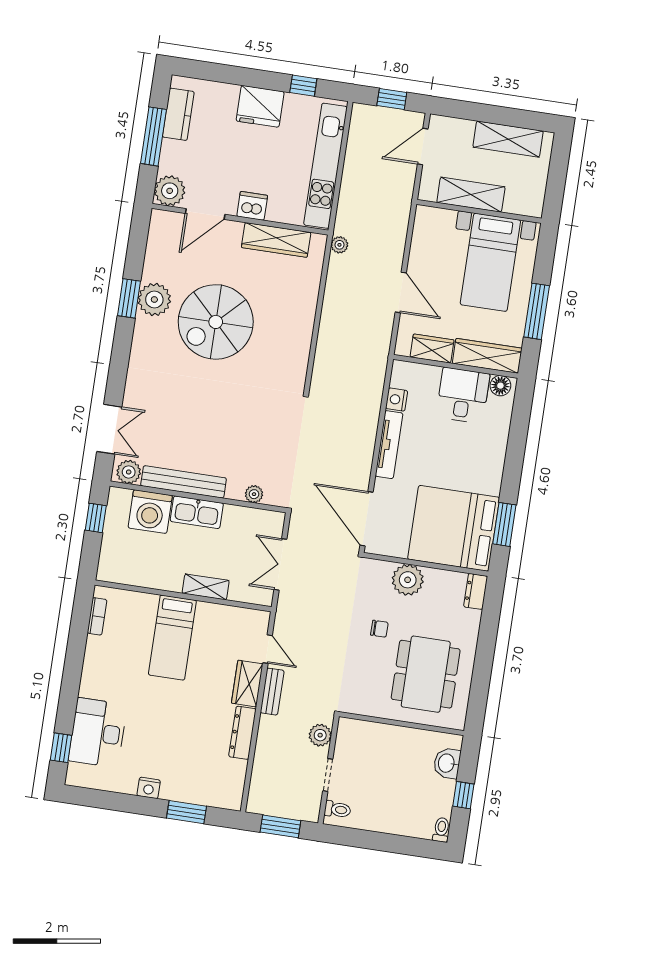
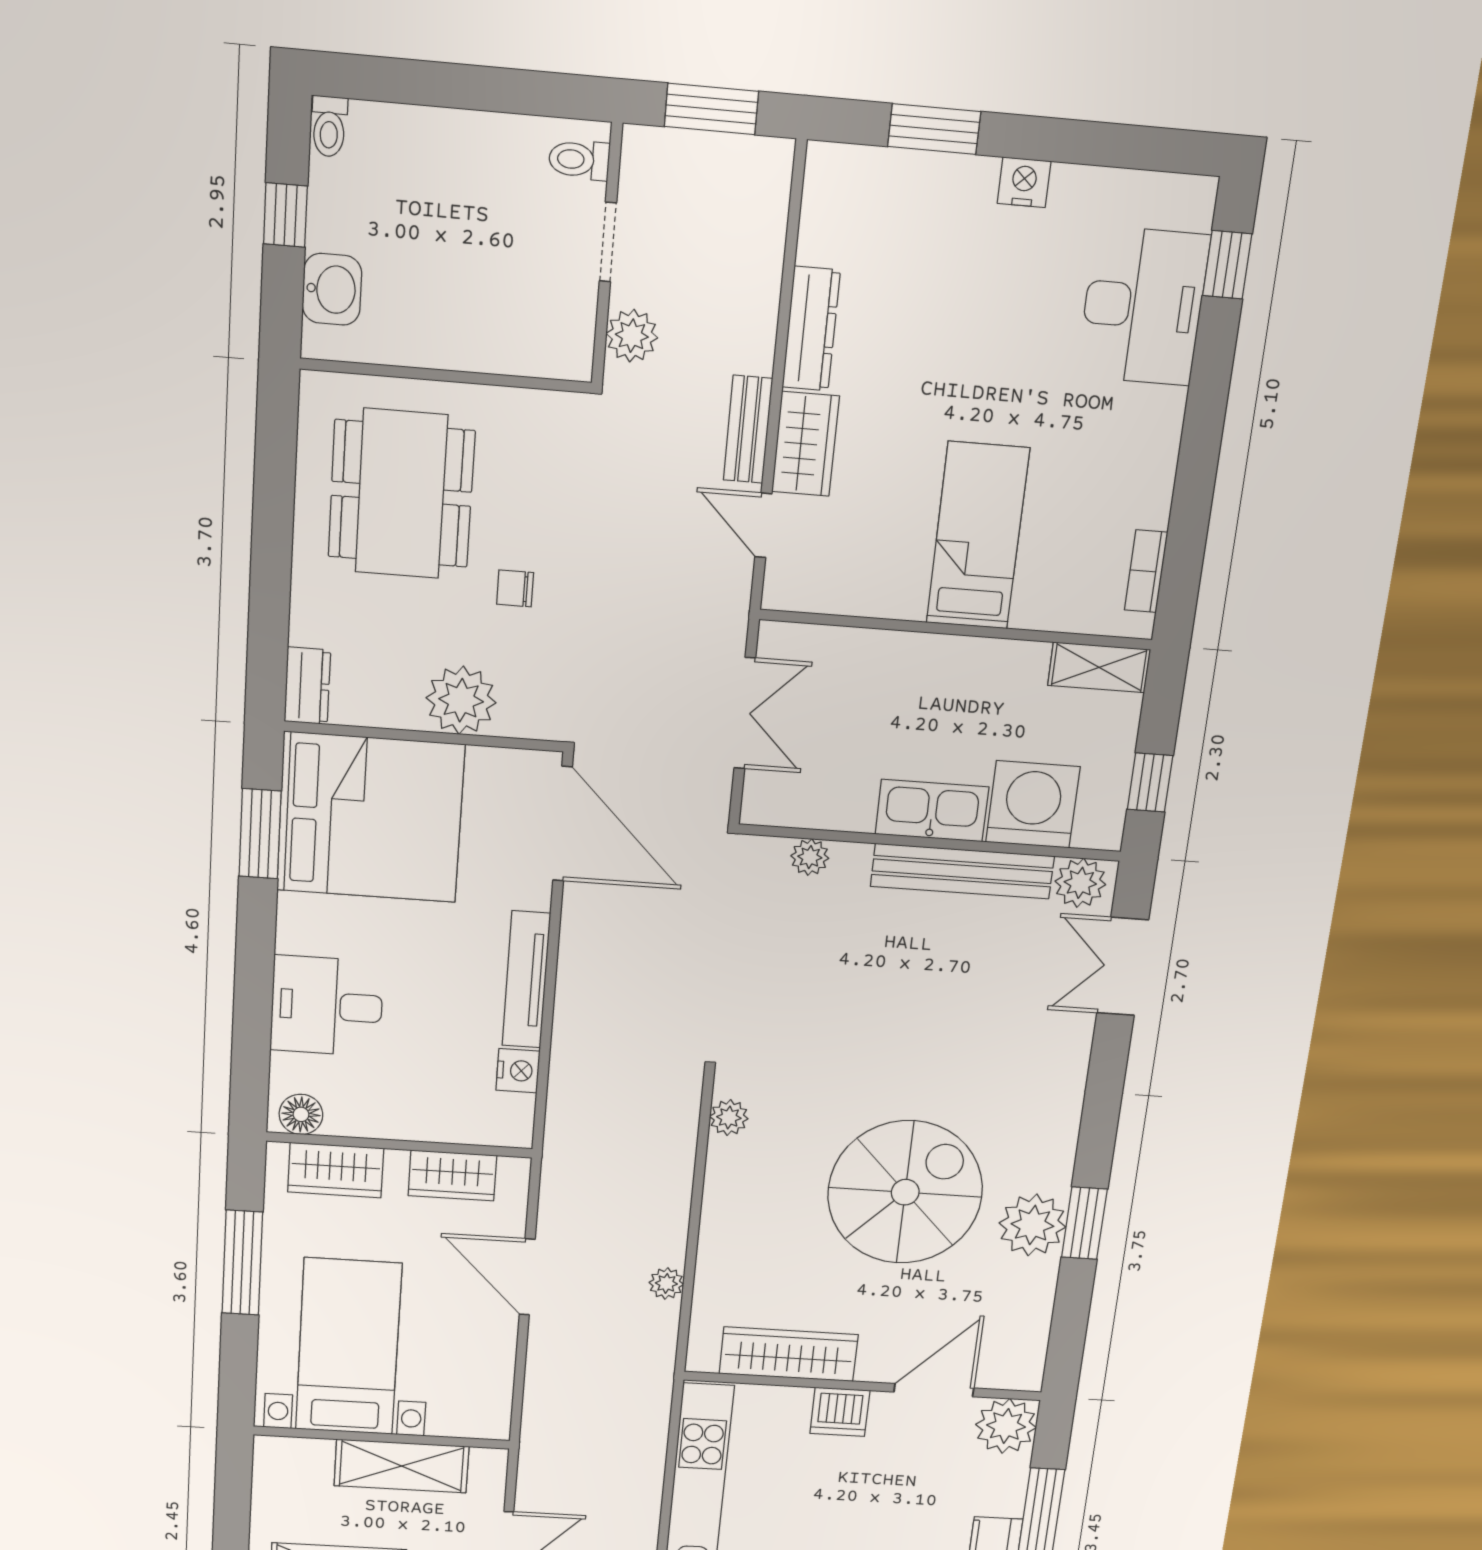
plant: (339, 245) -> (666, 1283), moved
wardrobe: (487, 356) -> (336, 1170), width x0.67
plant: (298, 368) -> (729, 1118), added
desk: (463, 395) -> (327, 1006), moved, turned 90
shelving: (206, 587) -> (1099, 667), moved

